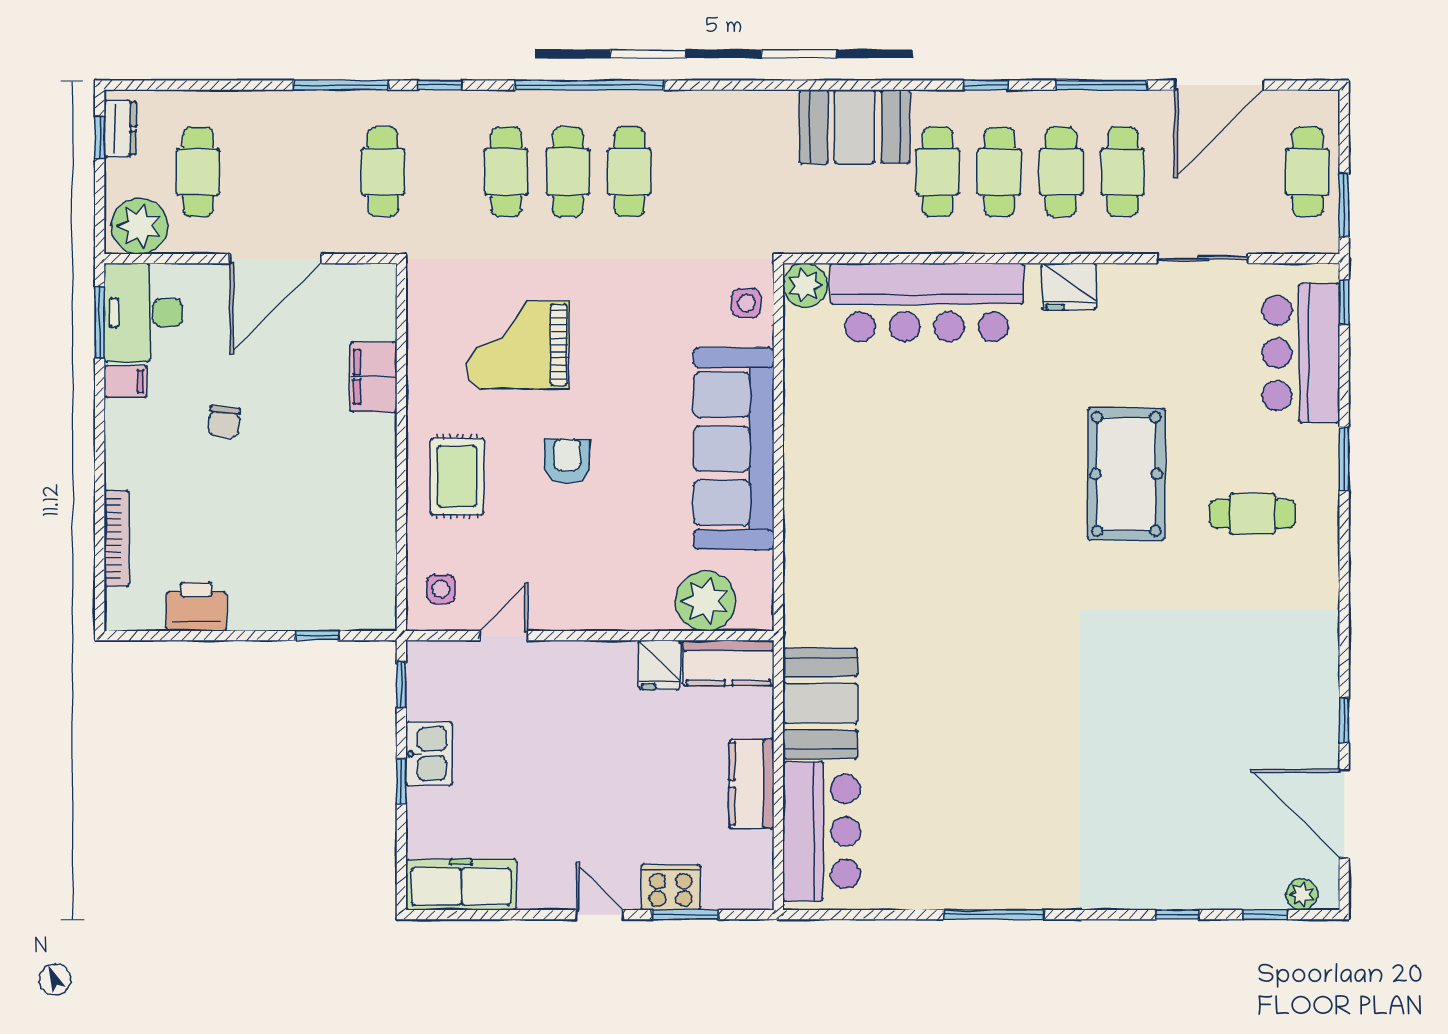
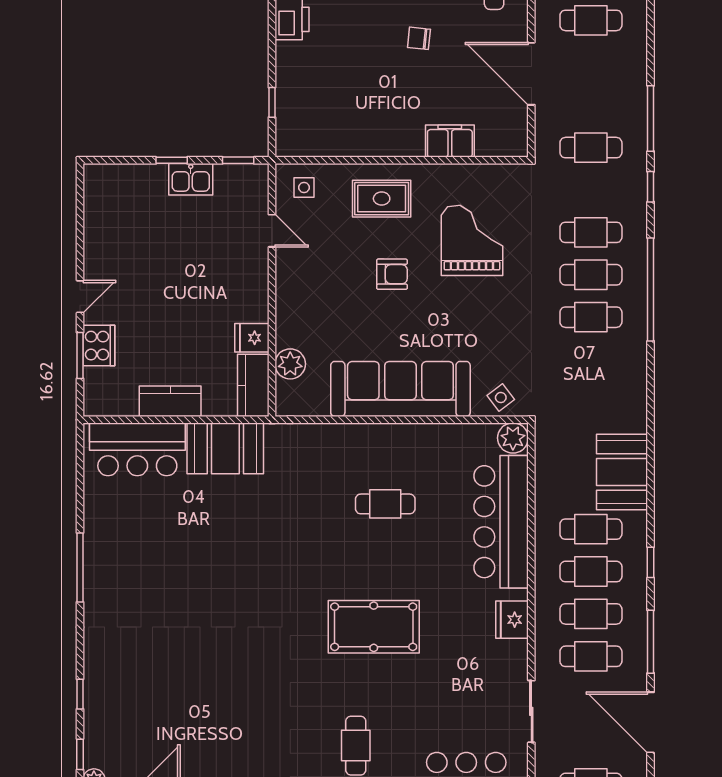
side table: (746, 303) -> (501, 398), turned -37
cafe table: (901, 471) -> (385, 504), added
pool table: (1126, 474) -> (374, 627), moved
plant: (705, 601) -> (290, 364), width x0.73, depth x0.73
freezer: (461, 885) -> (101, 201), removed

